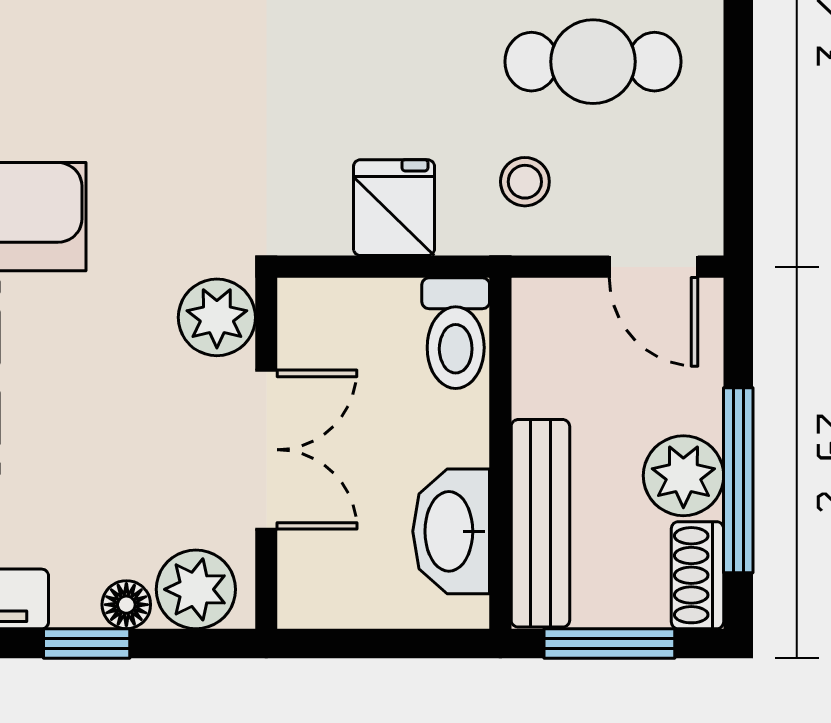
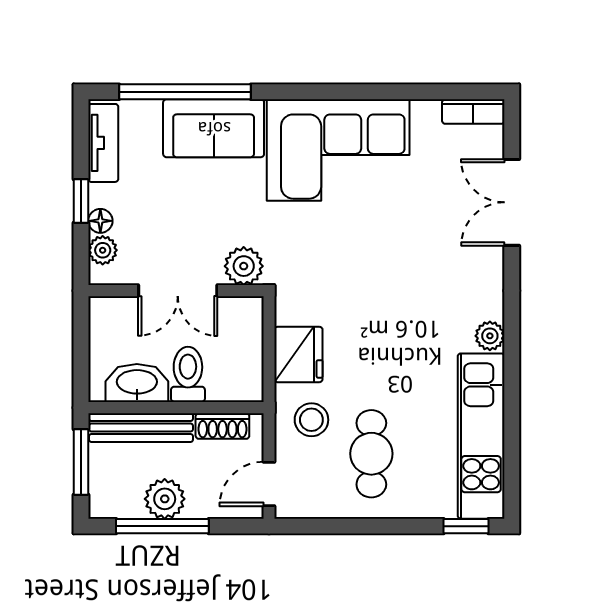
stool: (525, 182) -> (311, 420), width x1.37, depth x1.37
fridge: (394, 208) -> (298, 354), width x1.38
toilet: (456, 333) -> (188, 374), moved, turned 90
shoe rack: (697, 575) -> (222, 426), moved, turned 180
plant: (196, 589) -> (103, 250), width x0.73, depth x0.73

